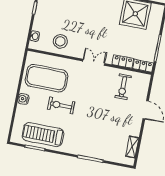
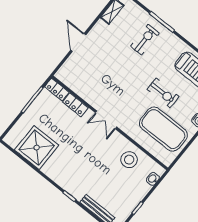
exercise bike: (123, 87) -> (145, 40), moved

